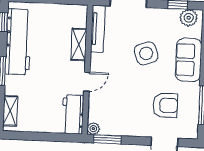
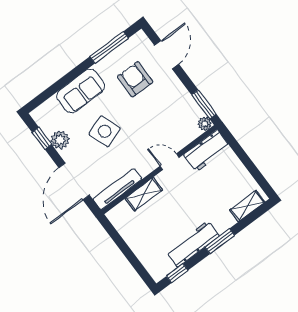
plant: (189, 18) -> (60, 140), moved
workbench: (18, 42) -> (193, 244), width x0.73, depth x0.76

